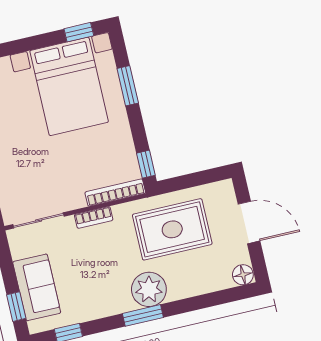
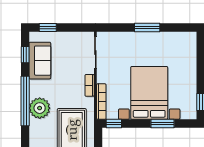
bed with nightstands: (69, 86) -> (149, 93), moved, turned 90
sofa: (37, 287) -> (40, 61), moved, turned -90
window: (143, 315) -> (25, 101), width x2.11

